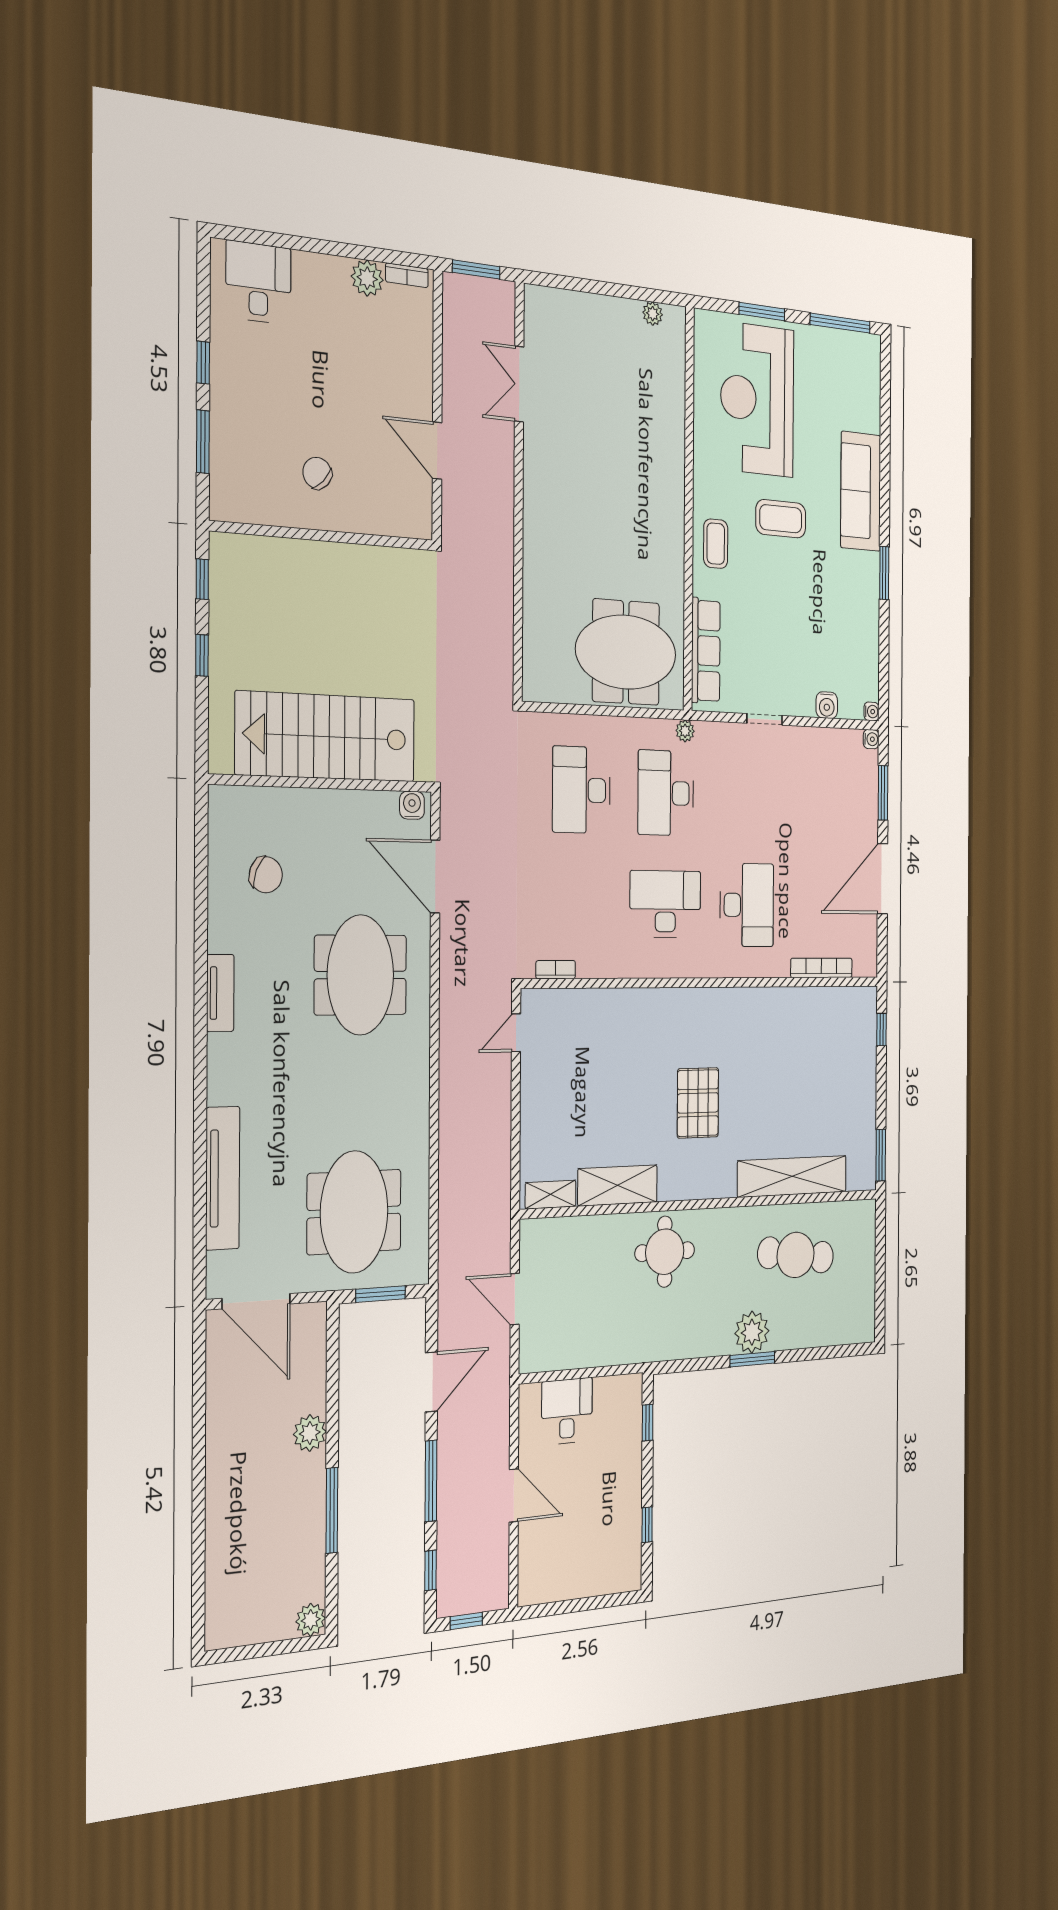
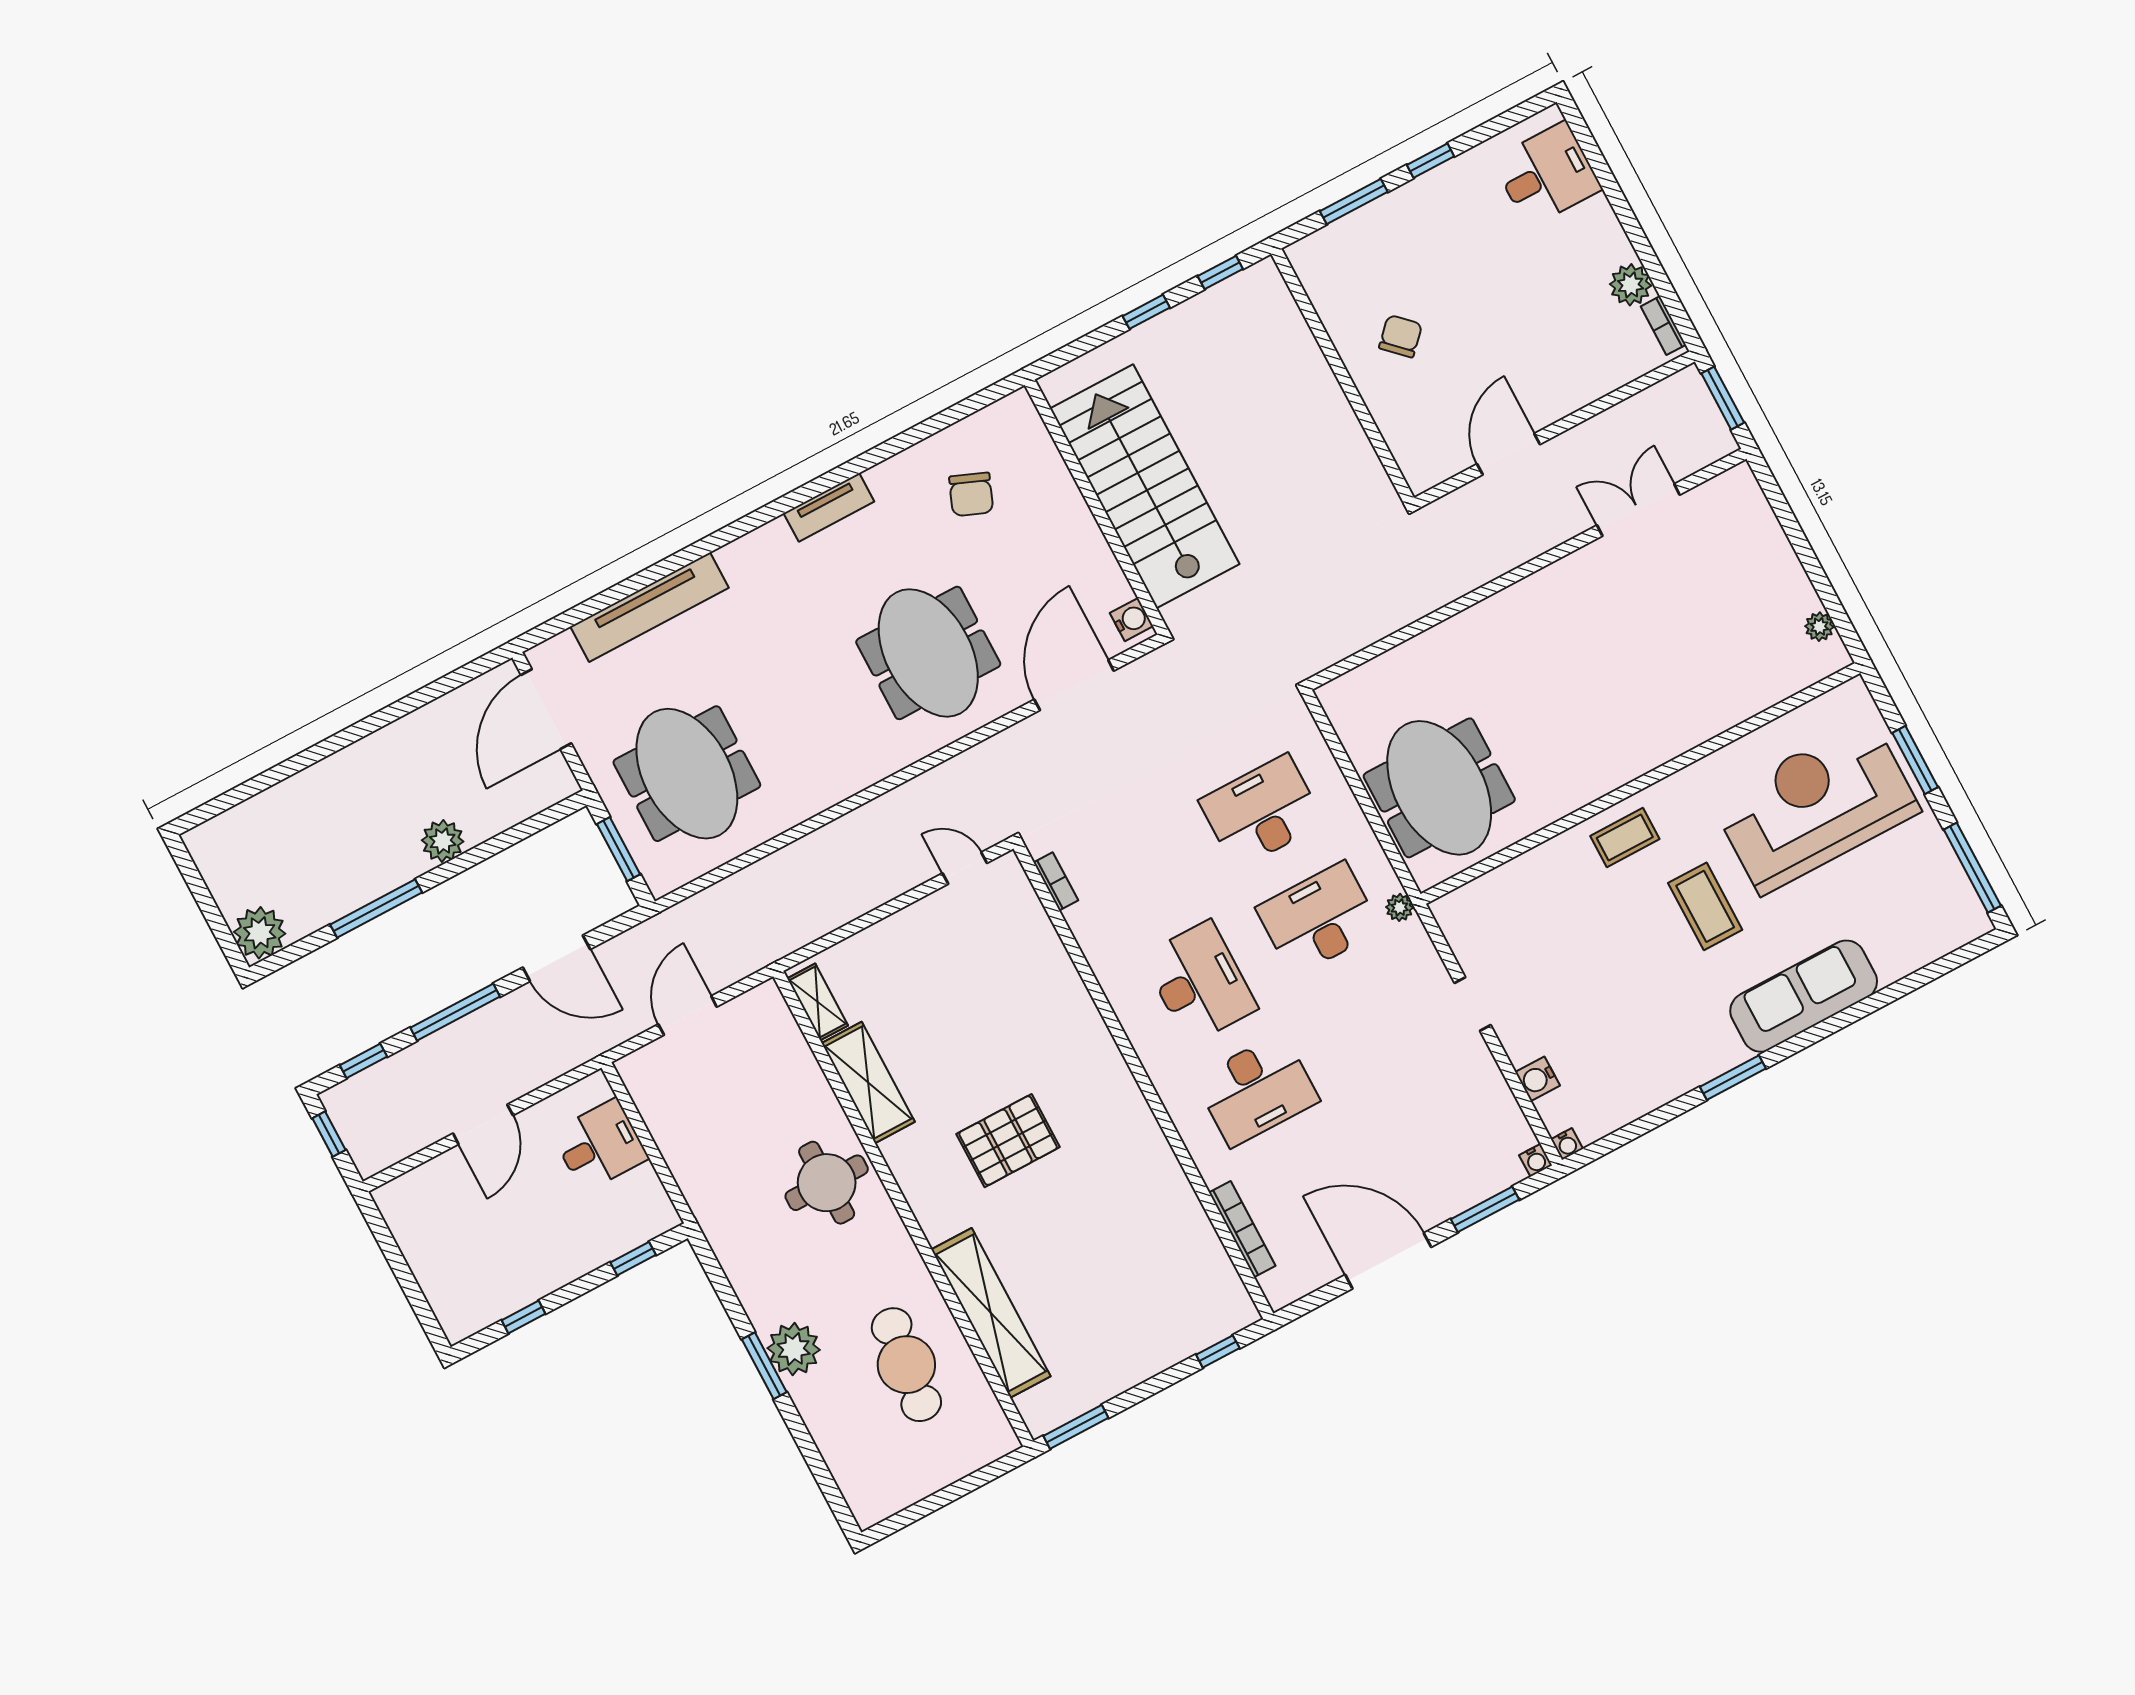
row of seats: (706, 651) -> (1501, 887), removed
meeting table: (360, 975) -> (928, 653), turned 90
meeting table: (354, 1212) -> (687, 774), turned 90
plant: (311, 1620) -> (260, 933), width x1.36, depth x1.36

